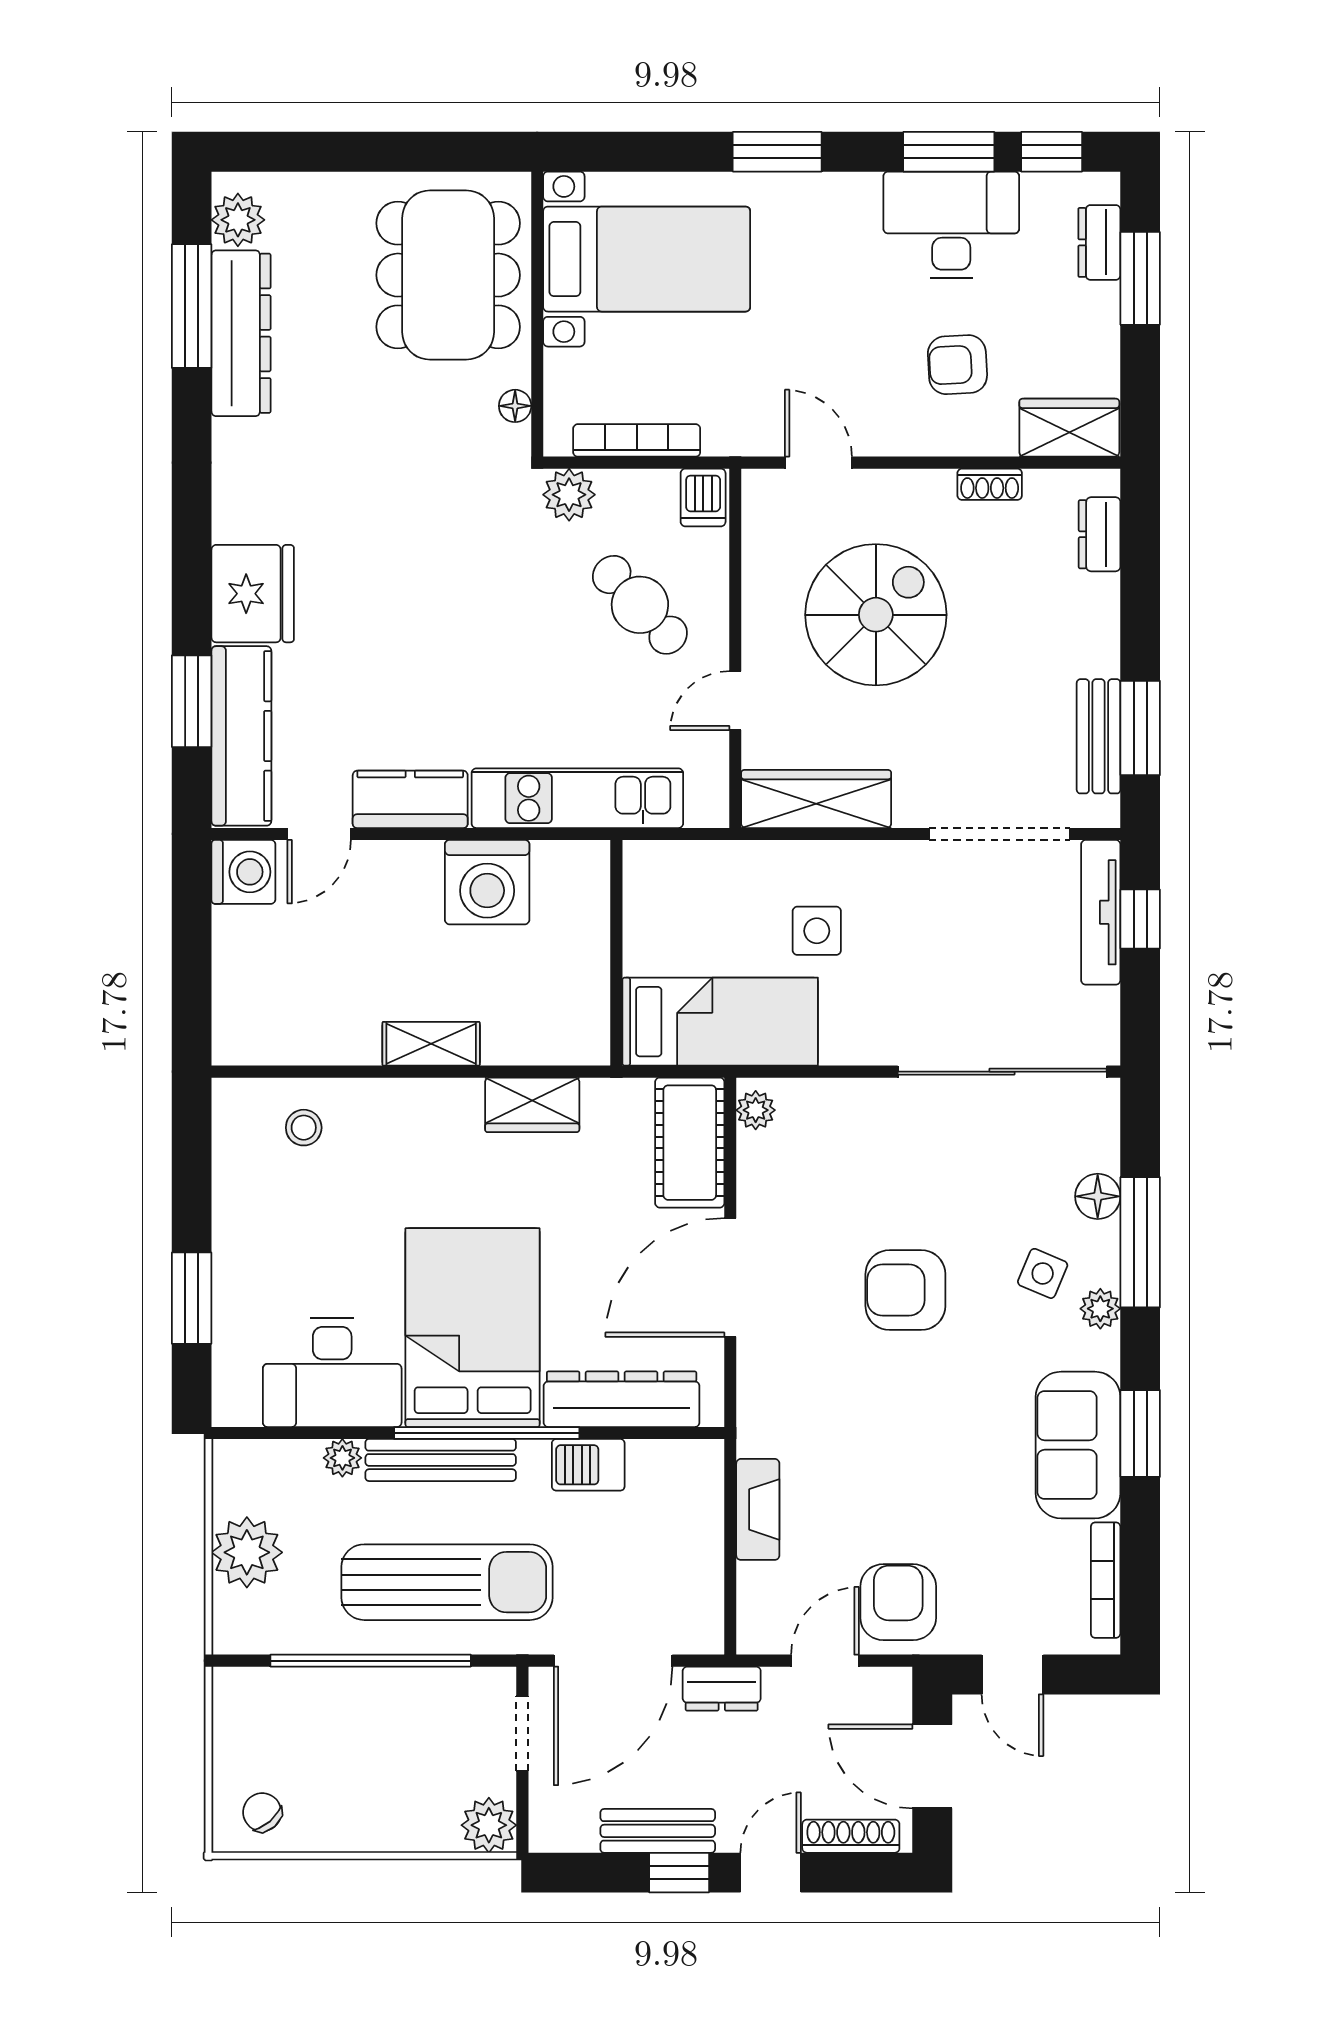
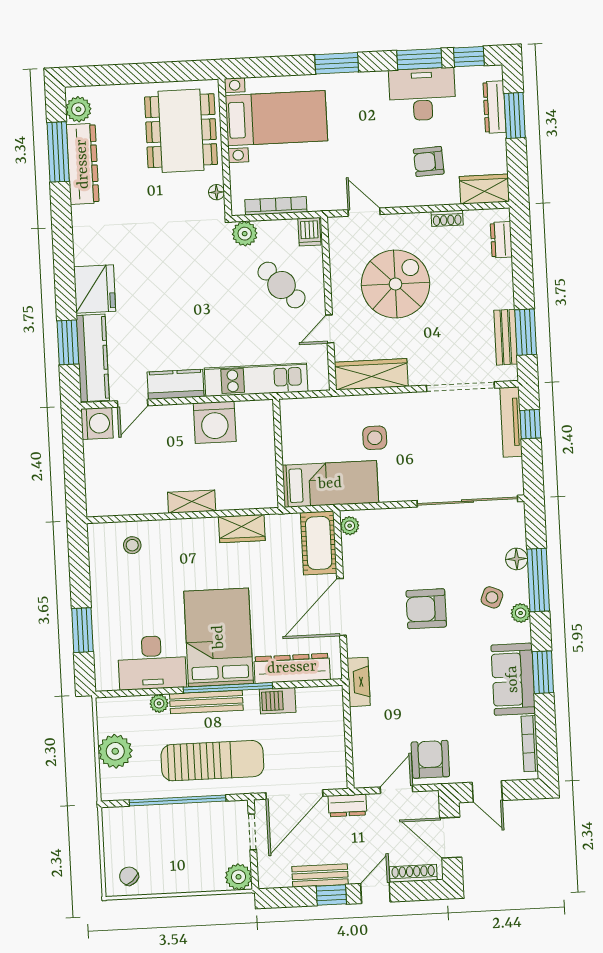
dresser: (1099, 242) -> (494, 107), width x1.44
fireplace: (758, 1509) -> (359, 682), moved

